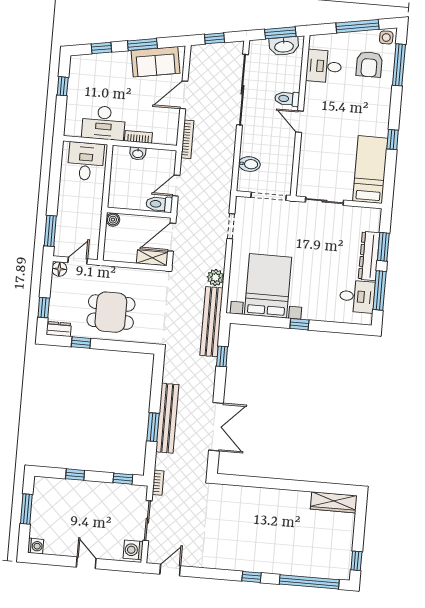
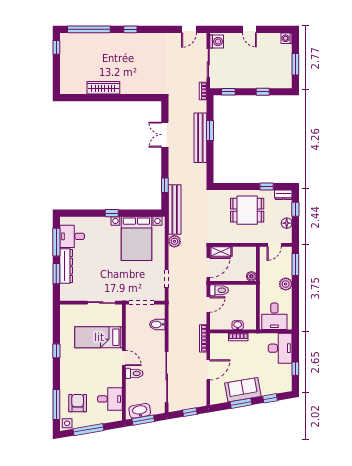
sofa: (155, 62) -> (243, 390), moved
desk: (104, 123) -> (280, 348), moved, turned 90
bed: (370, 170) -> (99, 337), moved, turned 90
plant: (66, 205) -> (286, 284), added
floor lamp: (59, 269) -> (287, 223), moved
double door: (216, 427) -> (165, 135), width x0.73
wardrobe: (334, 502) -> (103, 88), moved

